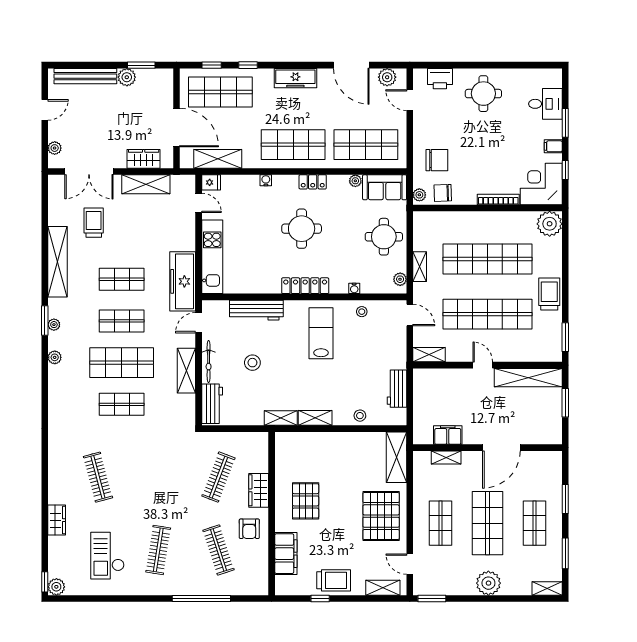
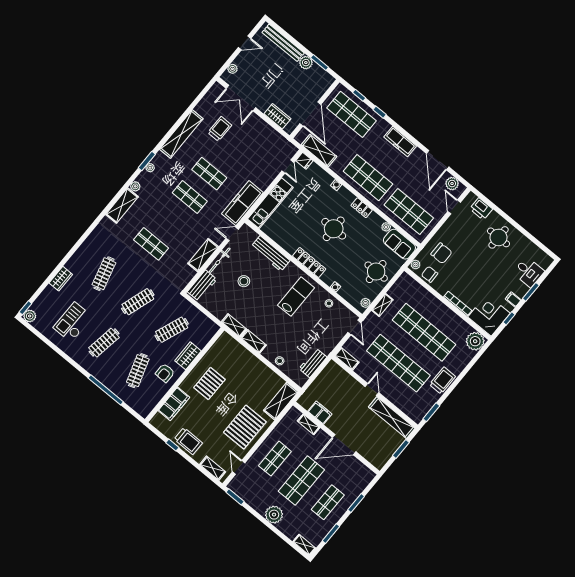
shelving: (146, 184) -> (122, 206), moved, turned 90
shop shelf: (122, 363) -> (170, 220), removed
clothes rail: (158, 477) -> (138, 302), added

